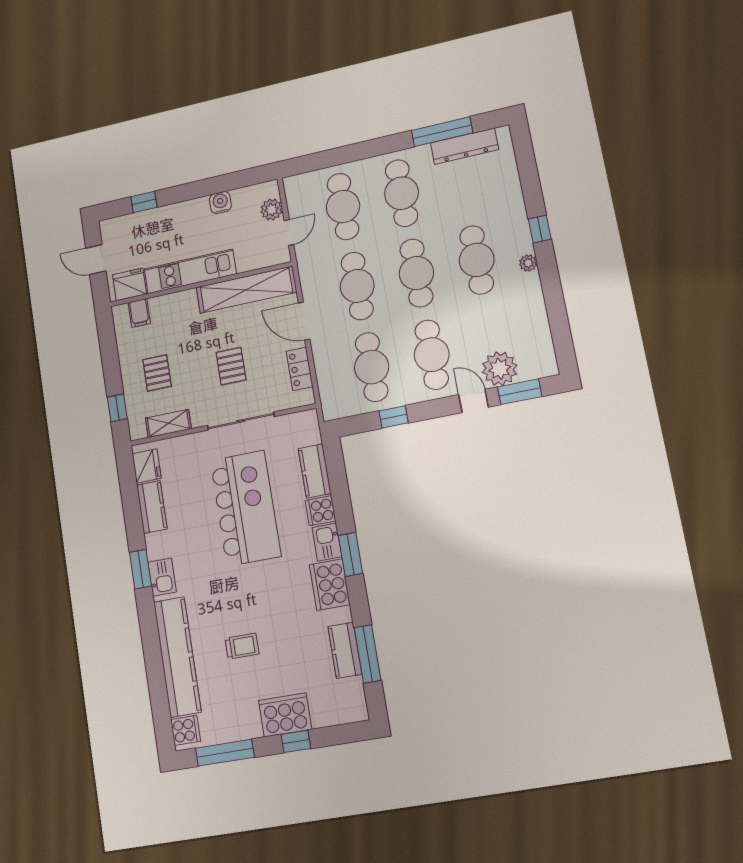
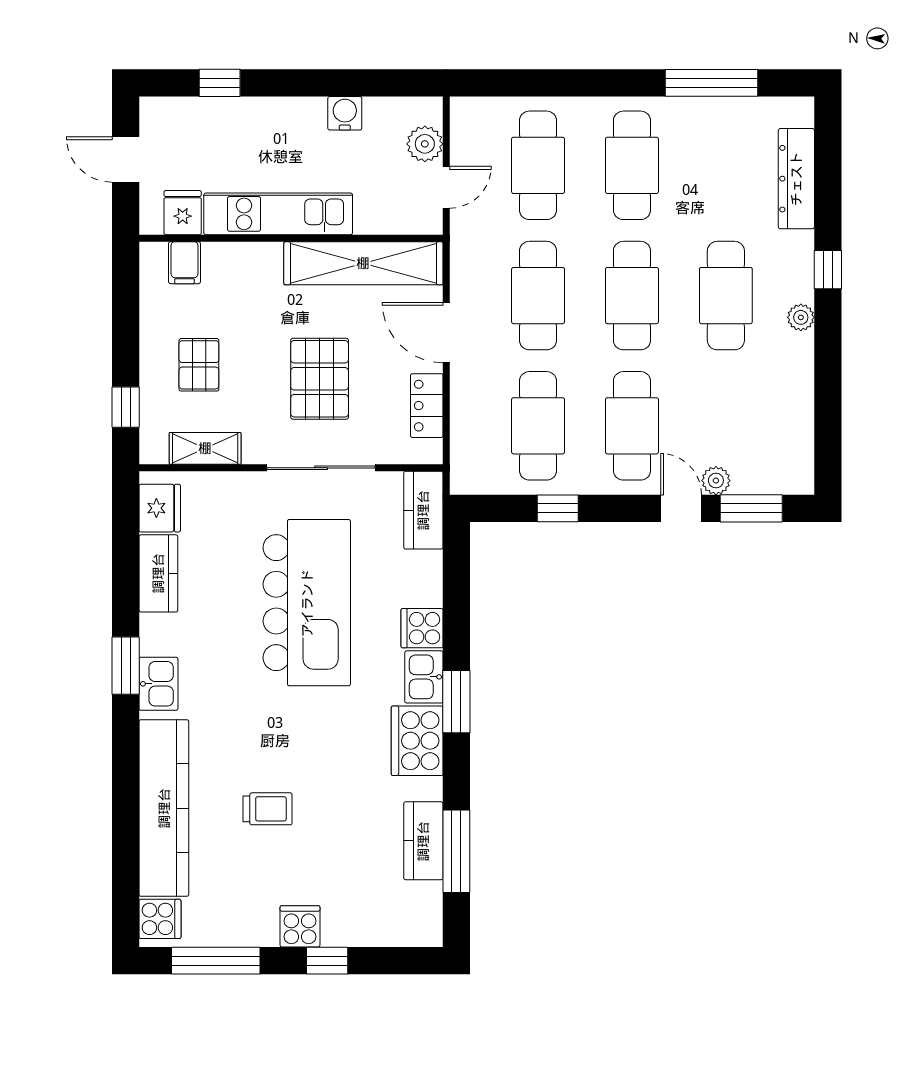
dresser: (464, 146) -> (796, 179), moved, turned 90
fridge: (129, 284) -> (183, 213), width x0.72
pallet: (231, 366) -> (320, 379), width x1.50, depth x1.42
plant: (500, 369) -> (716, 481), width x0.53, depth x0.53
kitchen counter: (315, 471) -> (423, 510), moved
cooker: (285, 715) -> (300, 926), width x0.53, depth x0.76

